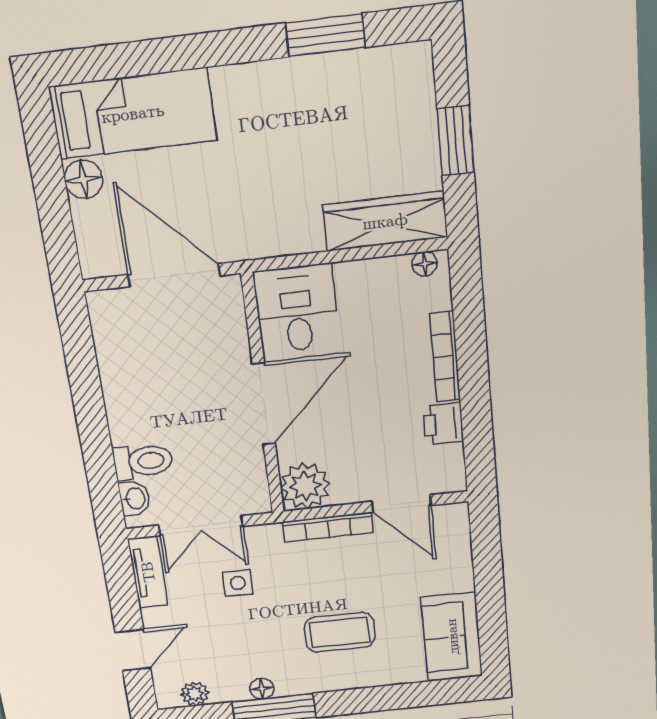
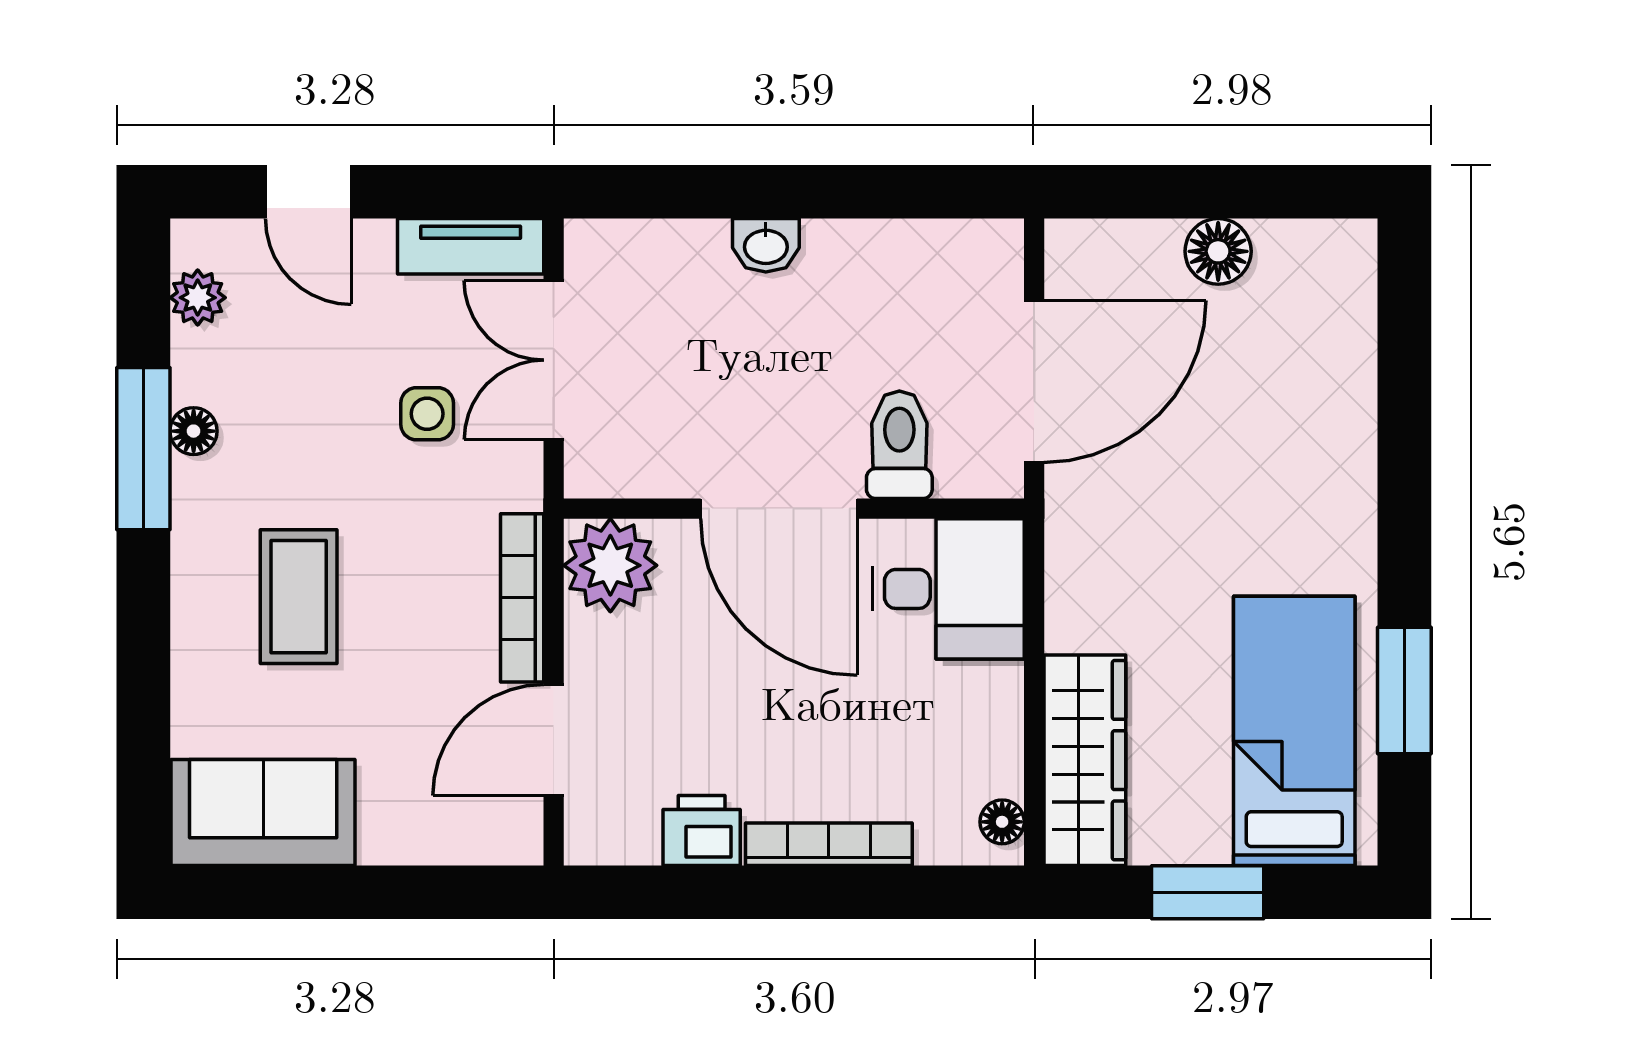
bed: (133, 113) -> (1294, 731), moved, turned 180
toilet: (143, 461) -> (899, 445), moved, turned 180
washbasin: (135, 498) -> (766, 245), moved

